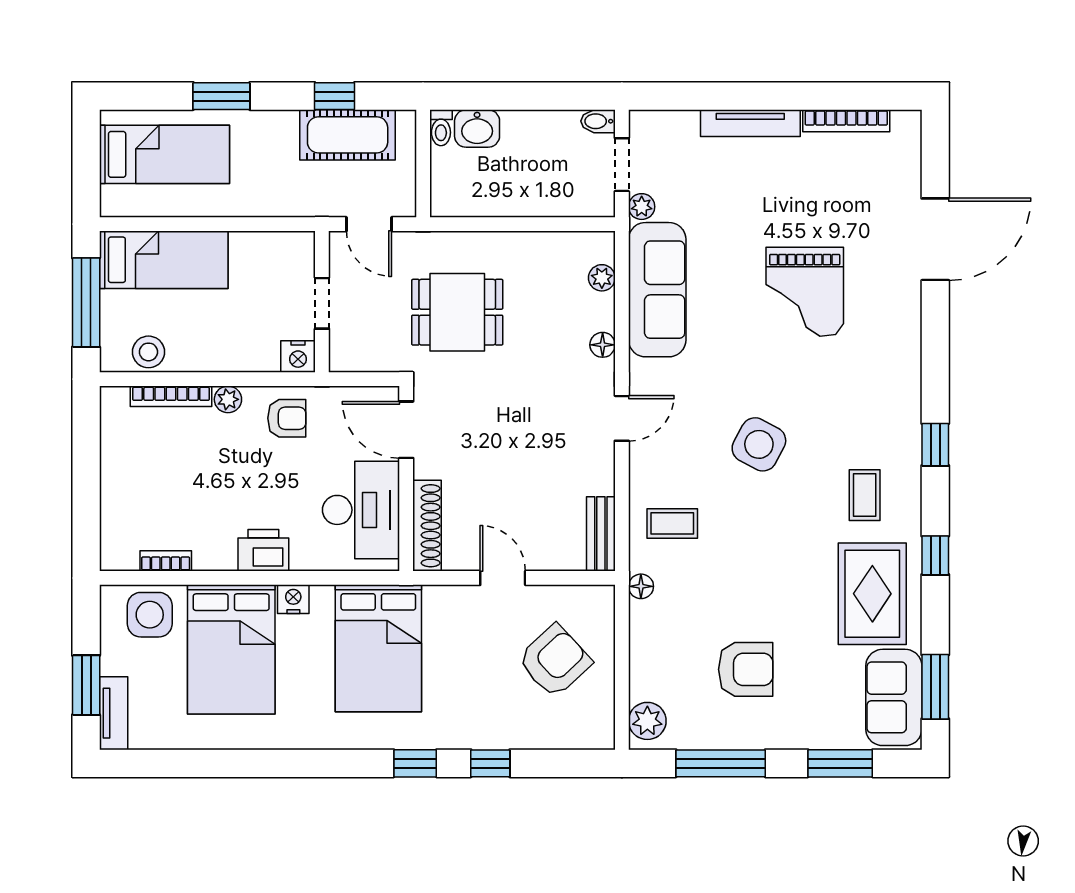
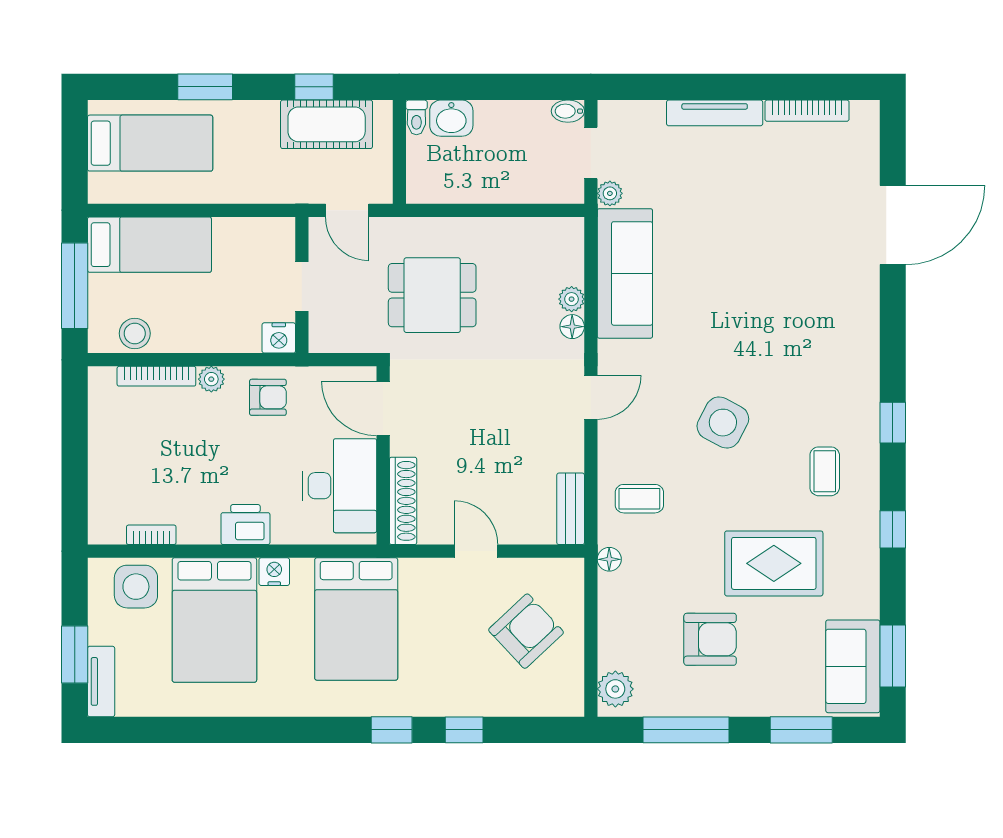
plant: (602, 278) -> (572, 299), moved
grand piano: (805, 292) -> (767, 275), removed
rug: (872, 594) -> (774, 563), moved, turned 90

